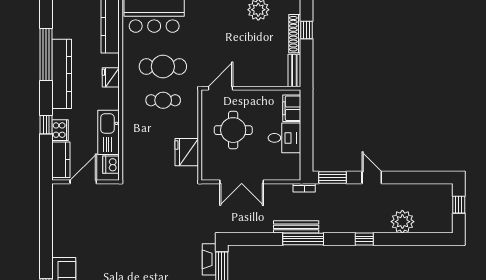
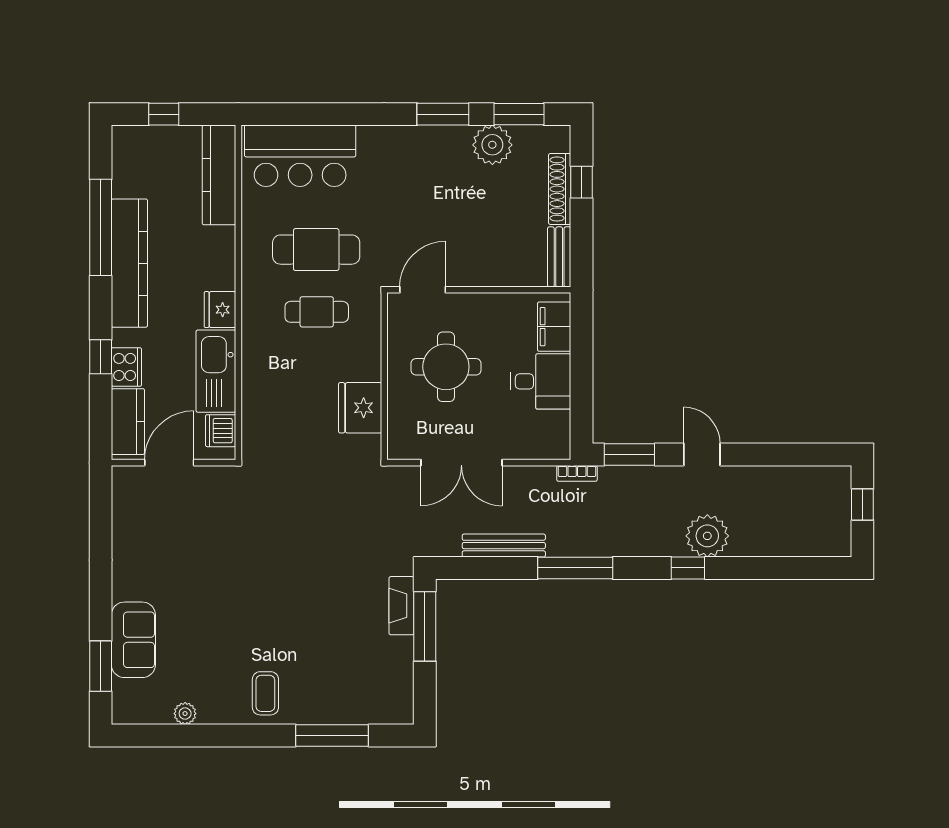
fridge: (111, 77) -> (220, 310), moved
plant: (402, 222) -> (707, 536), moved
bench: (296, 227) -> (504, 546), moved

